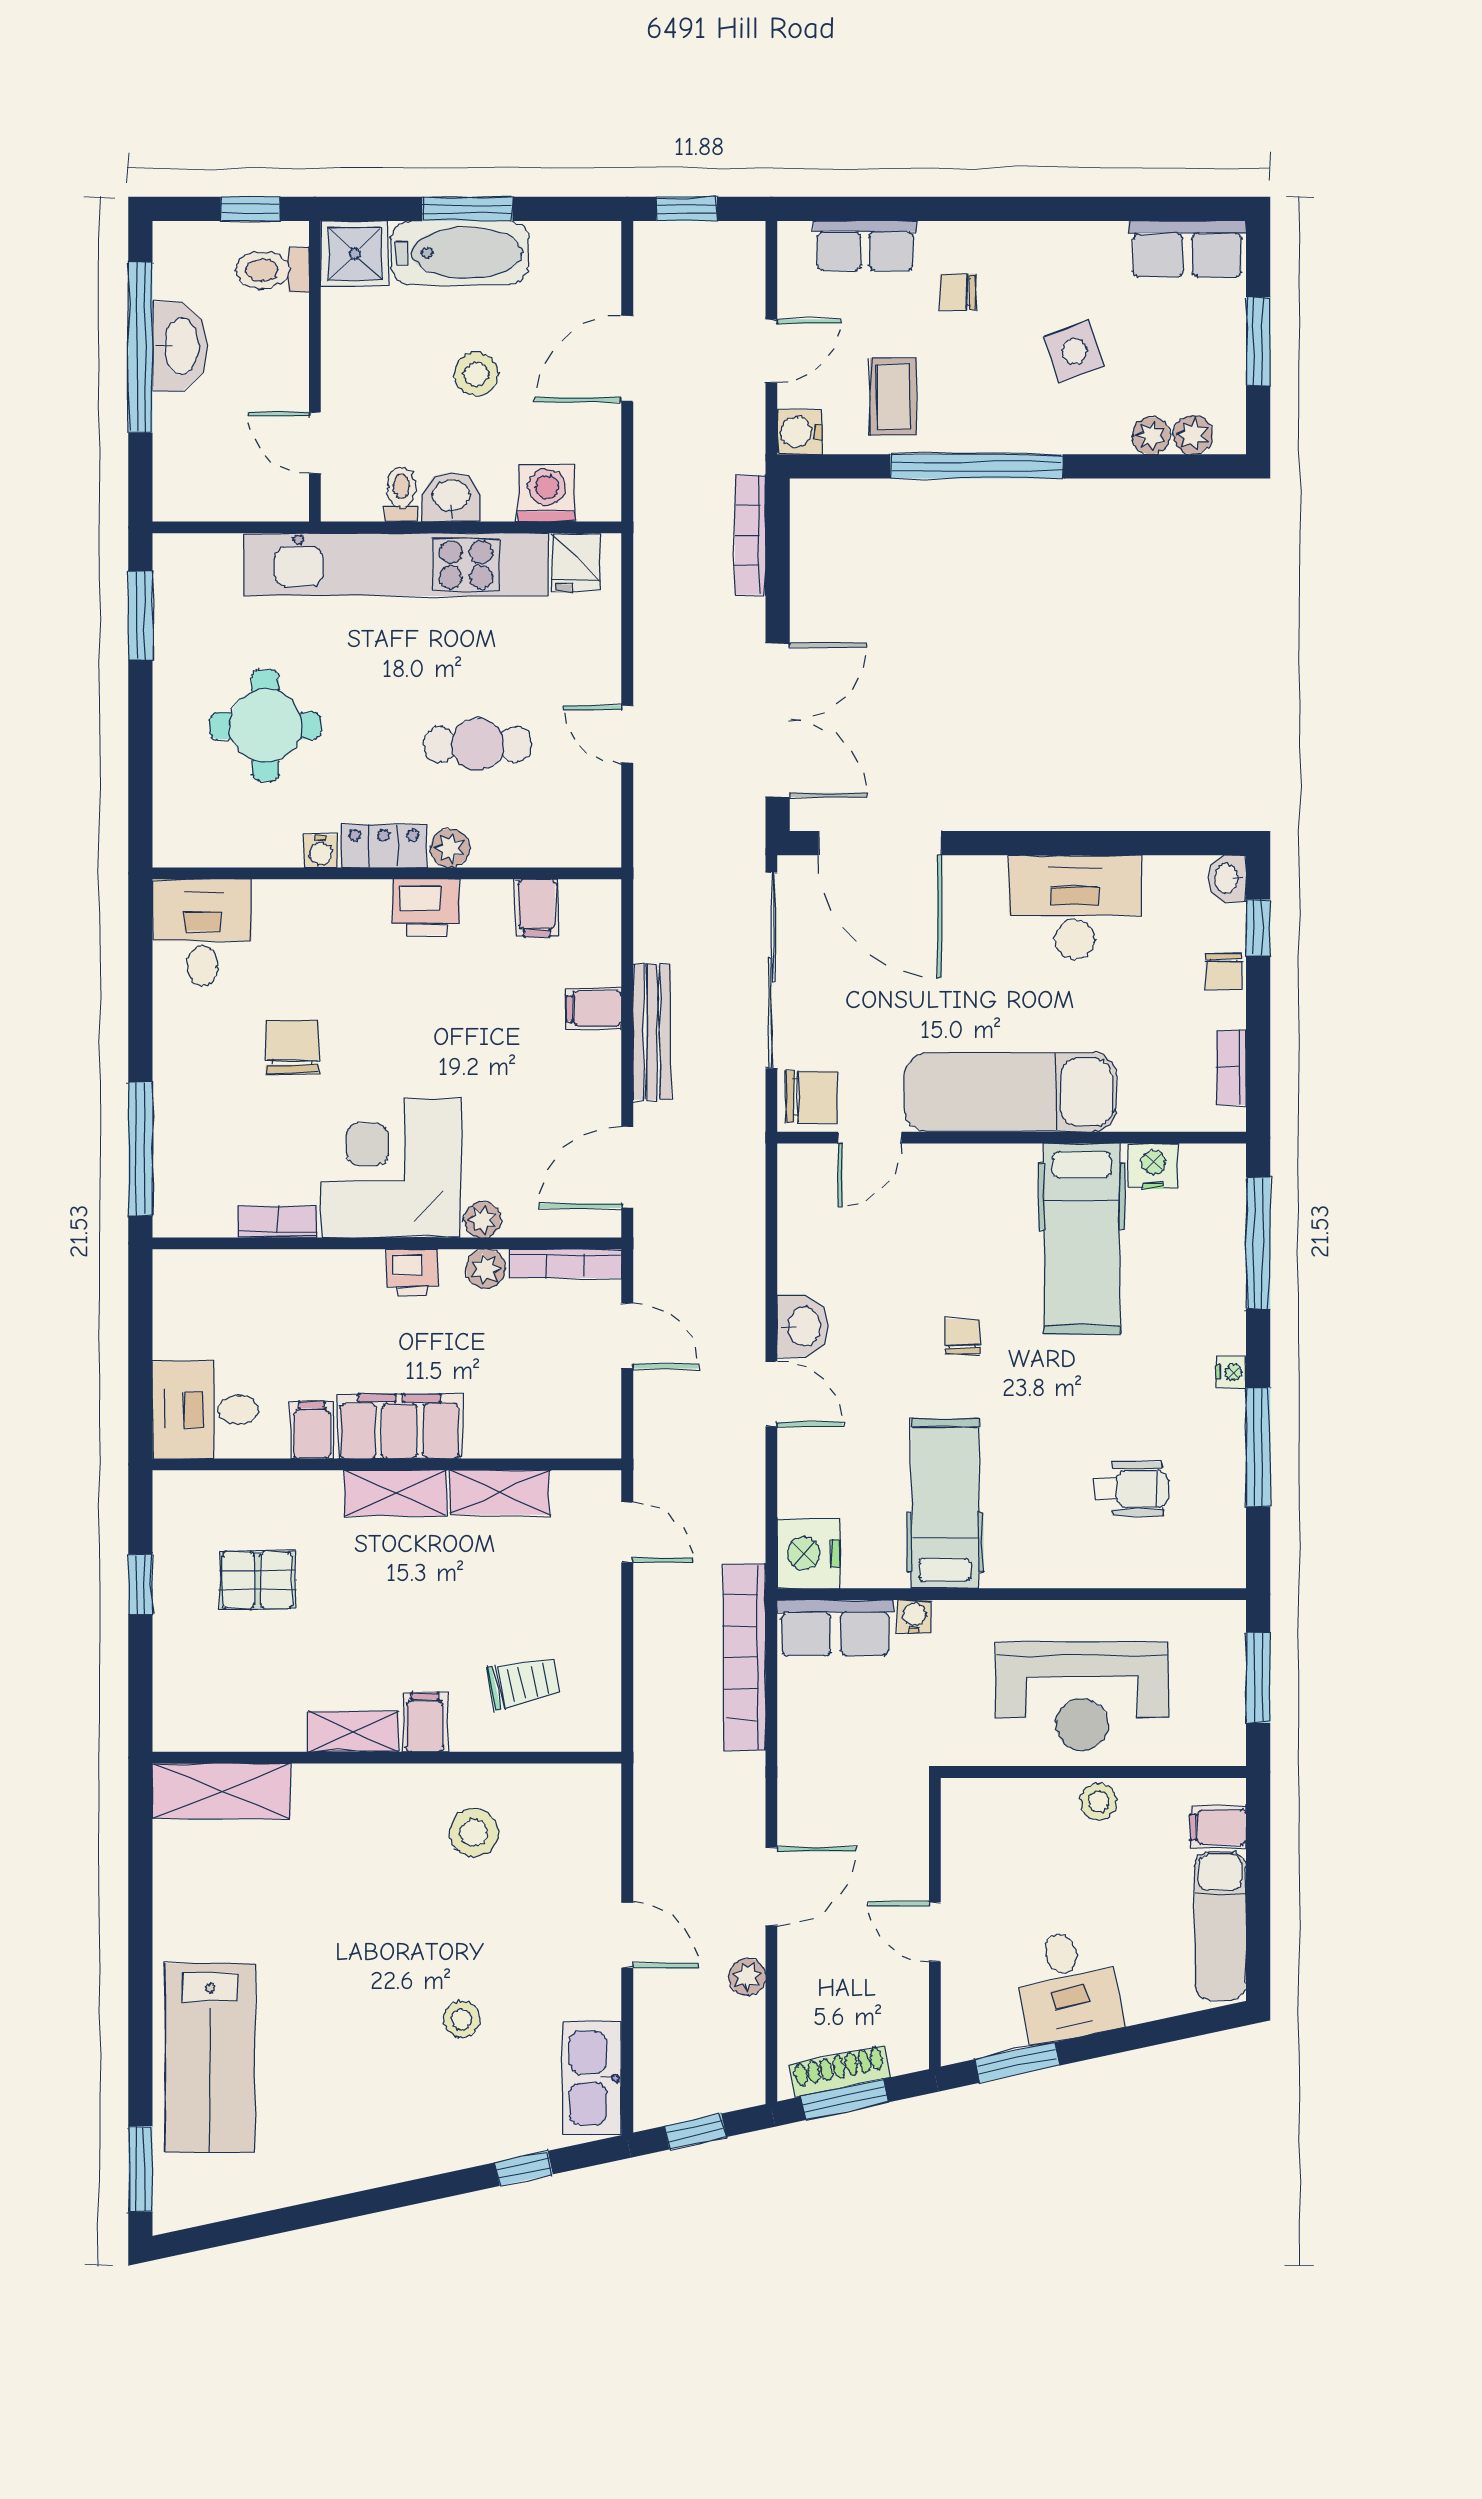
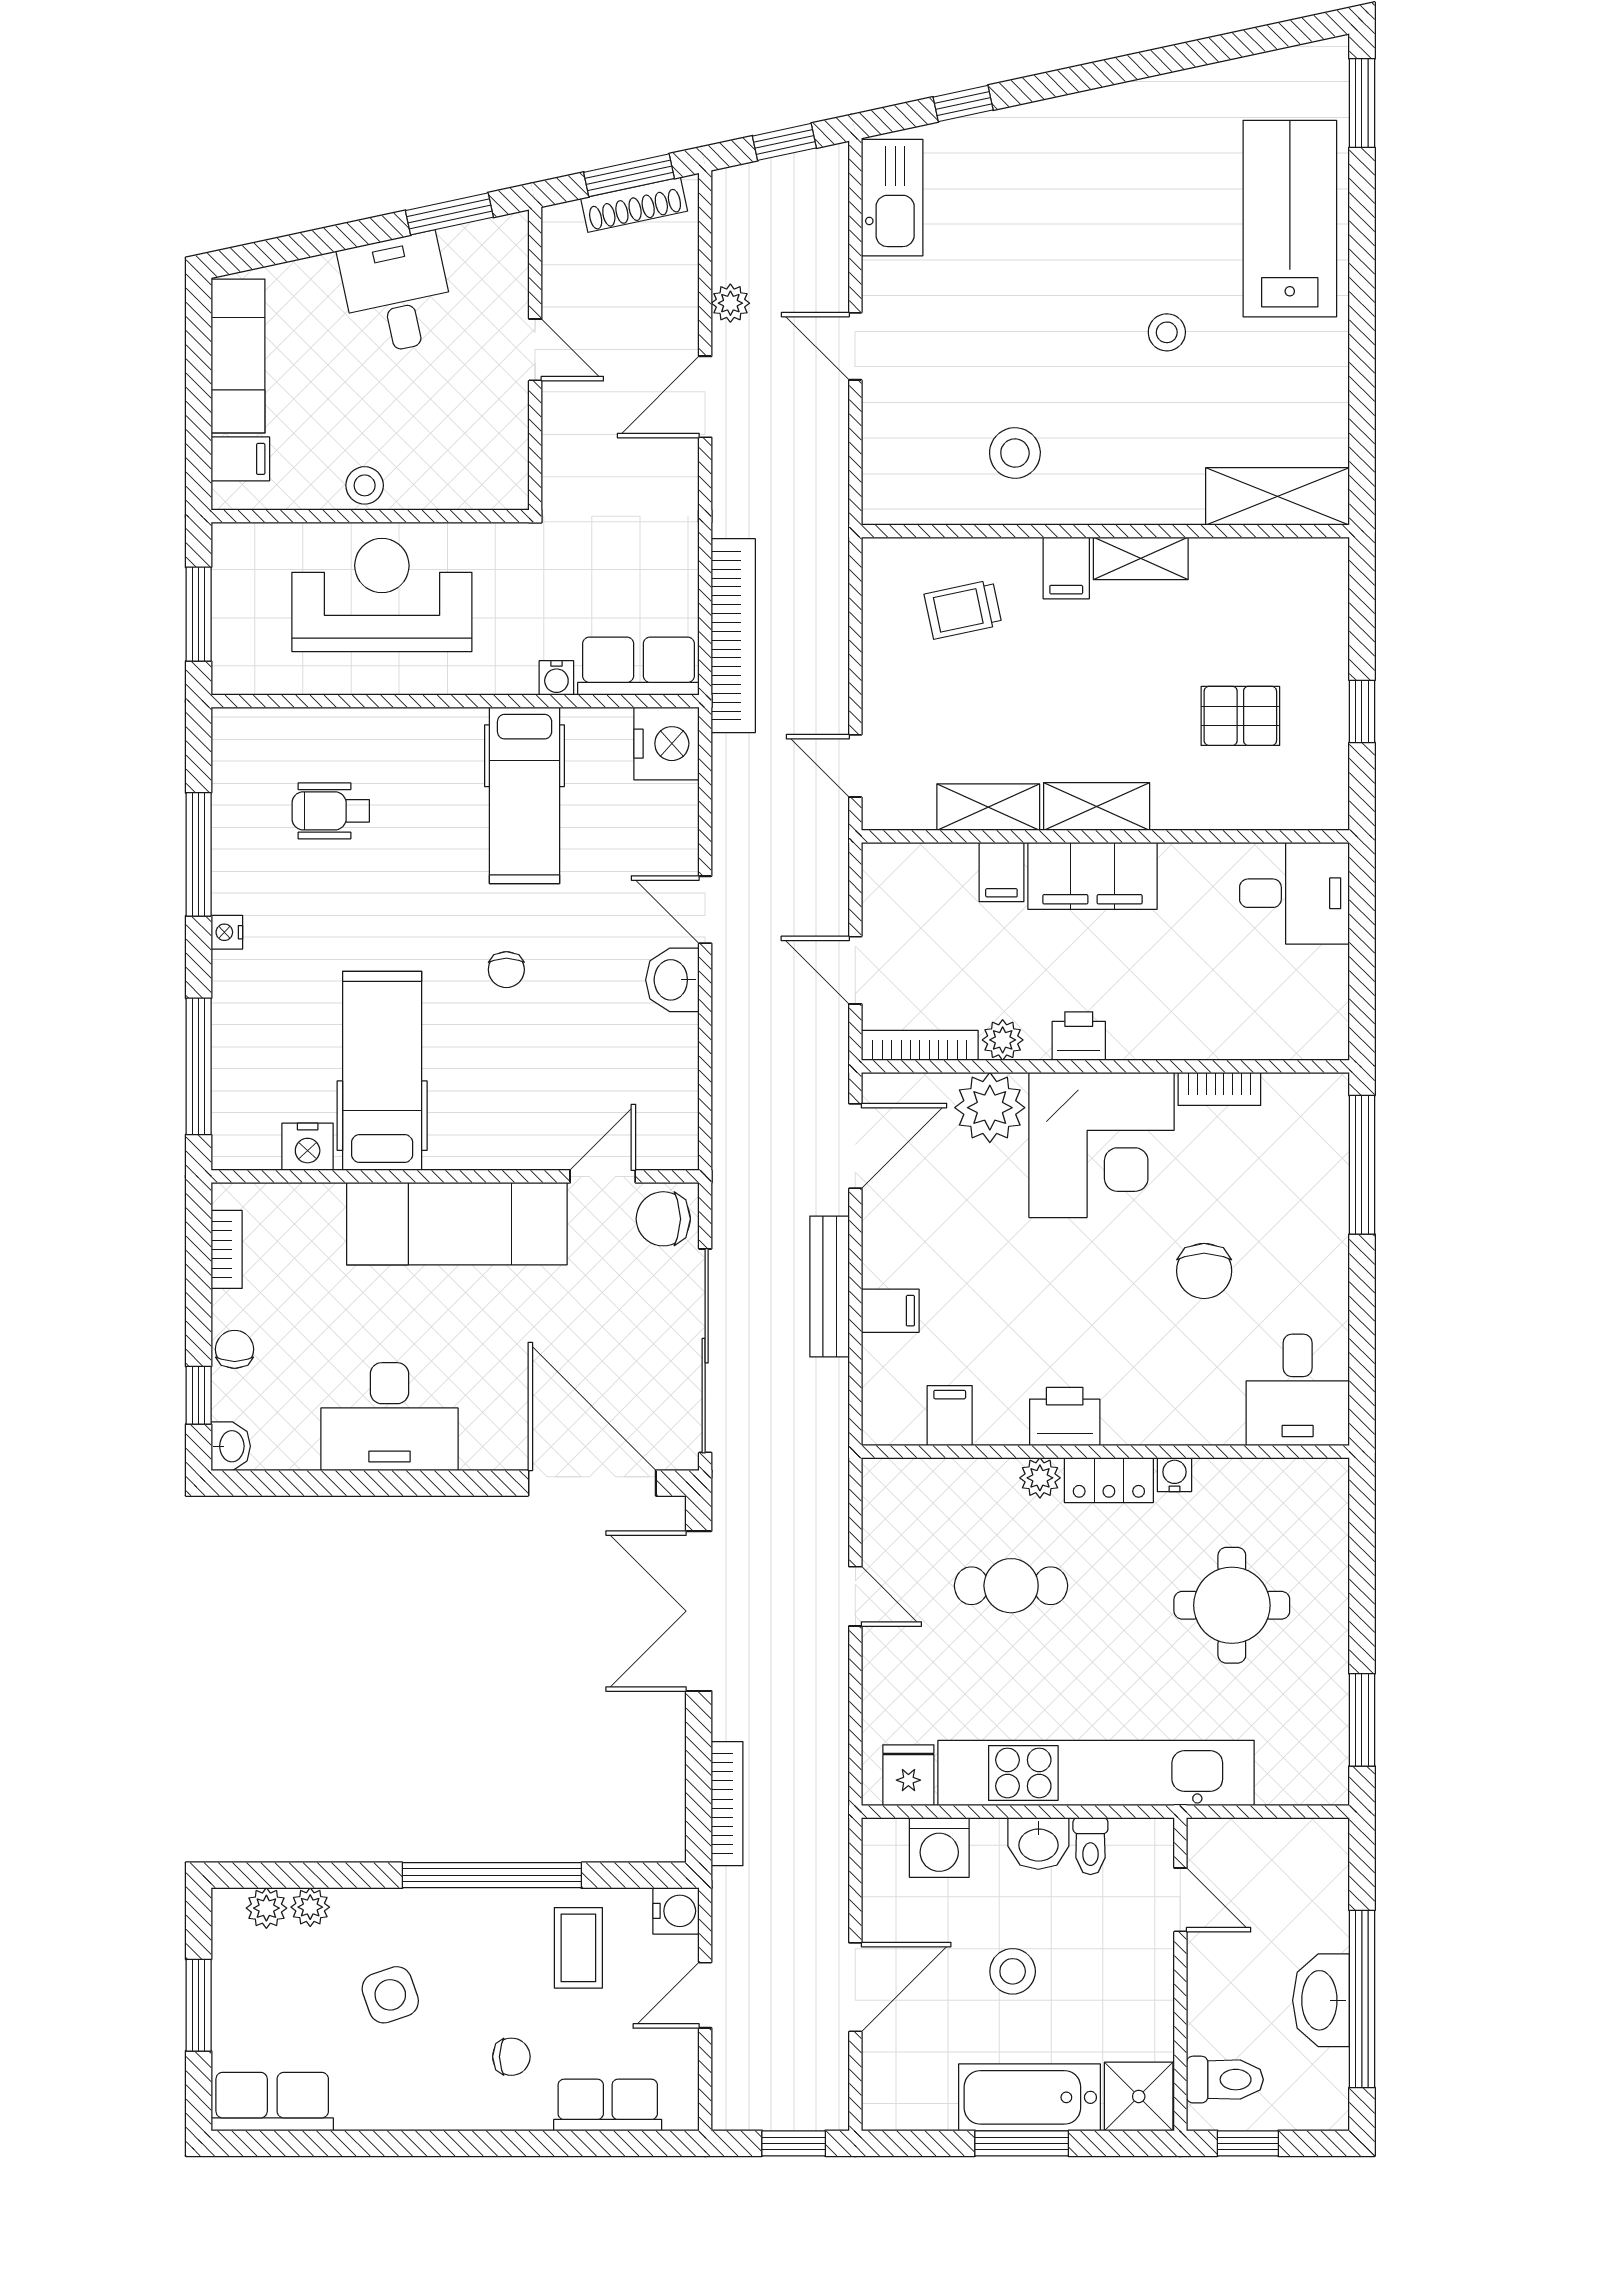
plant: (482, 1220) -> (990, 1108), width x1.87, depth x1.87
filing cabinet: (312, 1430) -> (1001, 872), moved
stool: (462, 2019) -> (1167, 332), moved

